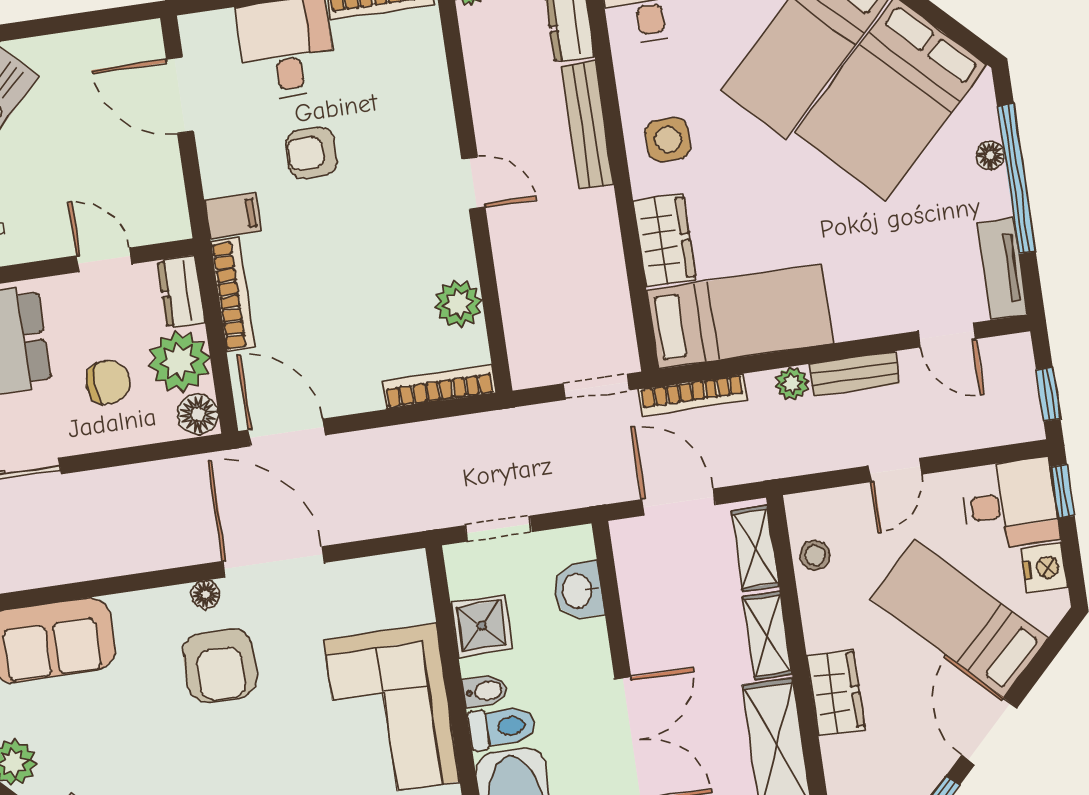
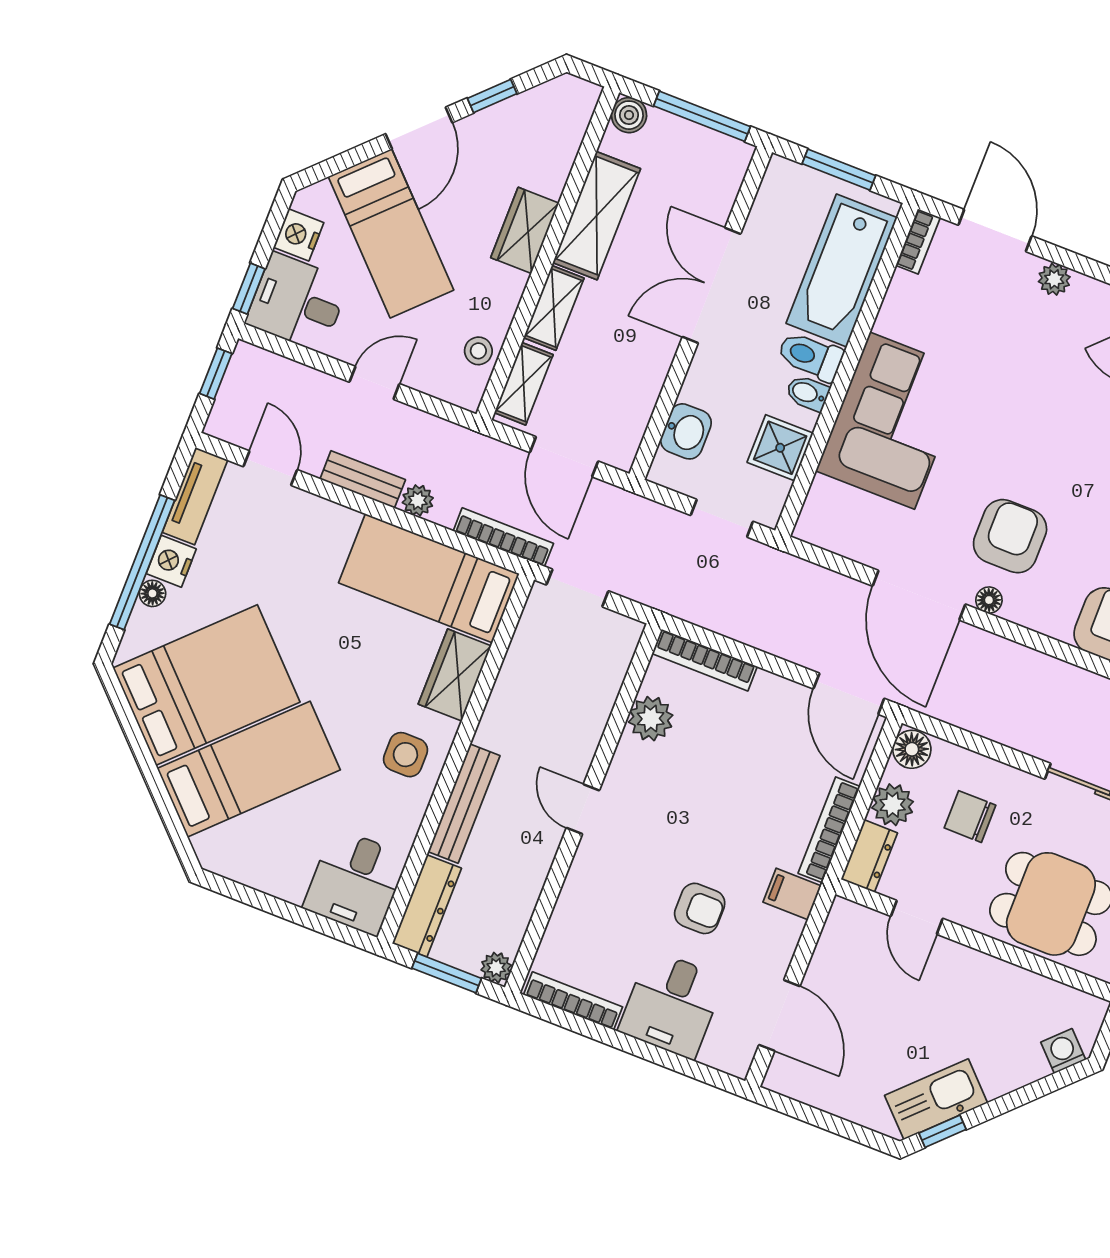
nightstand: (990, 195) -> (171, 561), added
plant: (180, 362) -> (893, 805), width x0.73, depth x0.73

